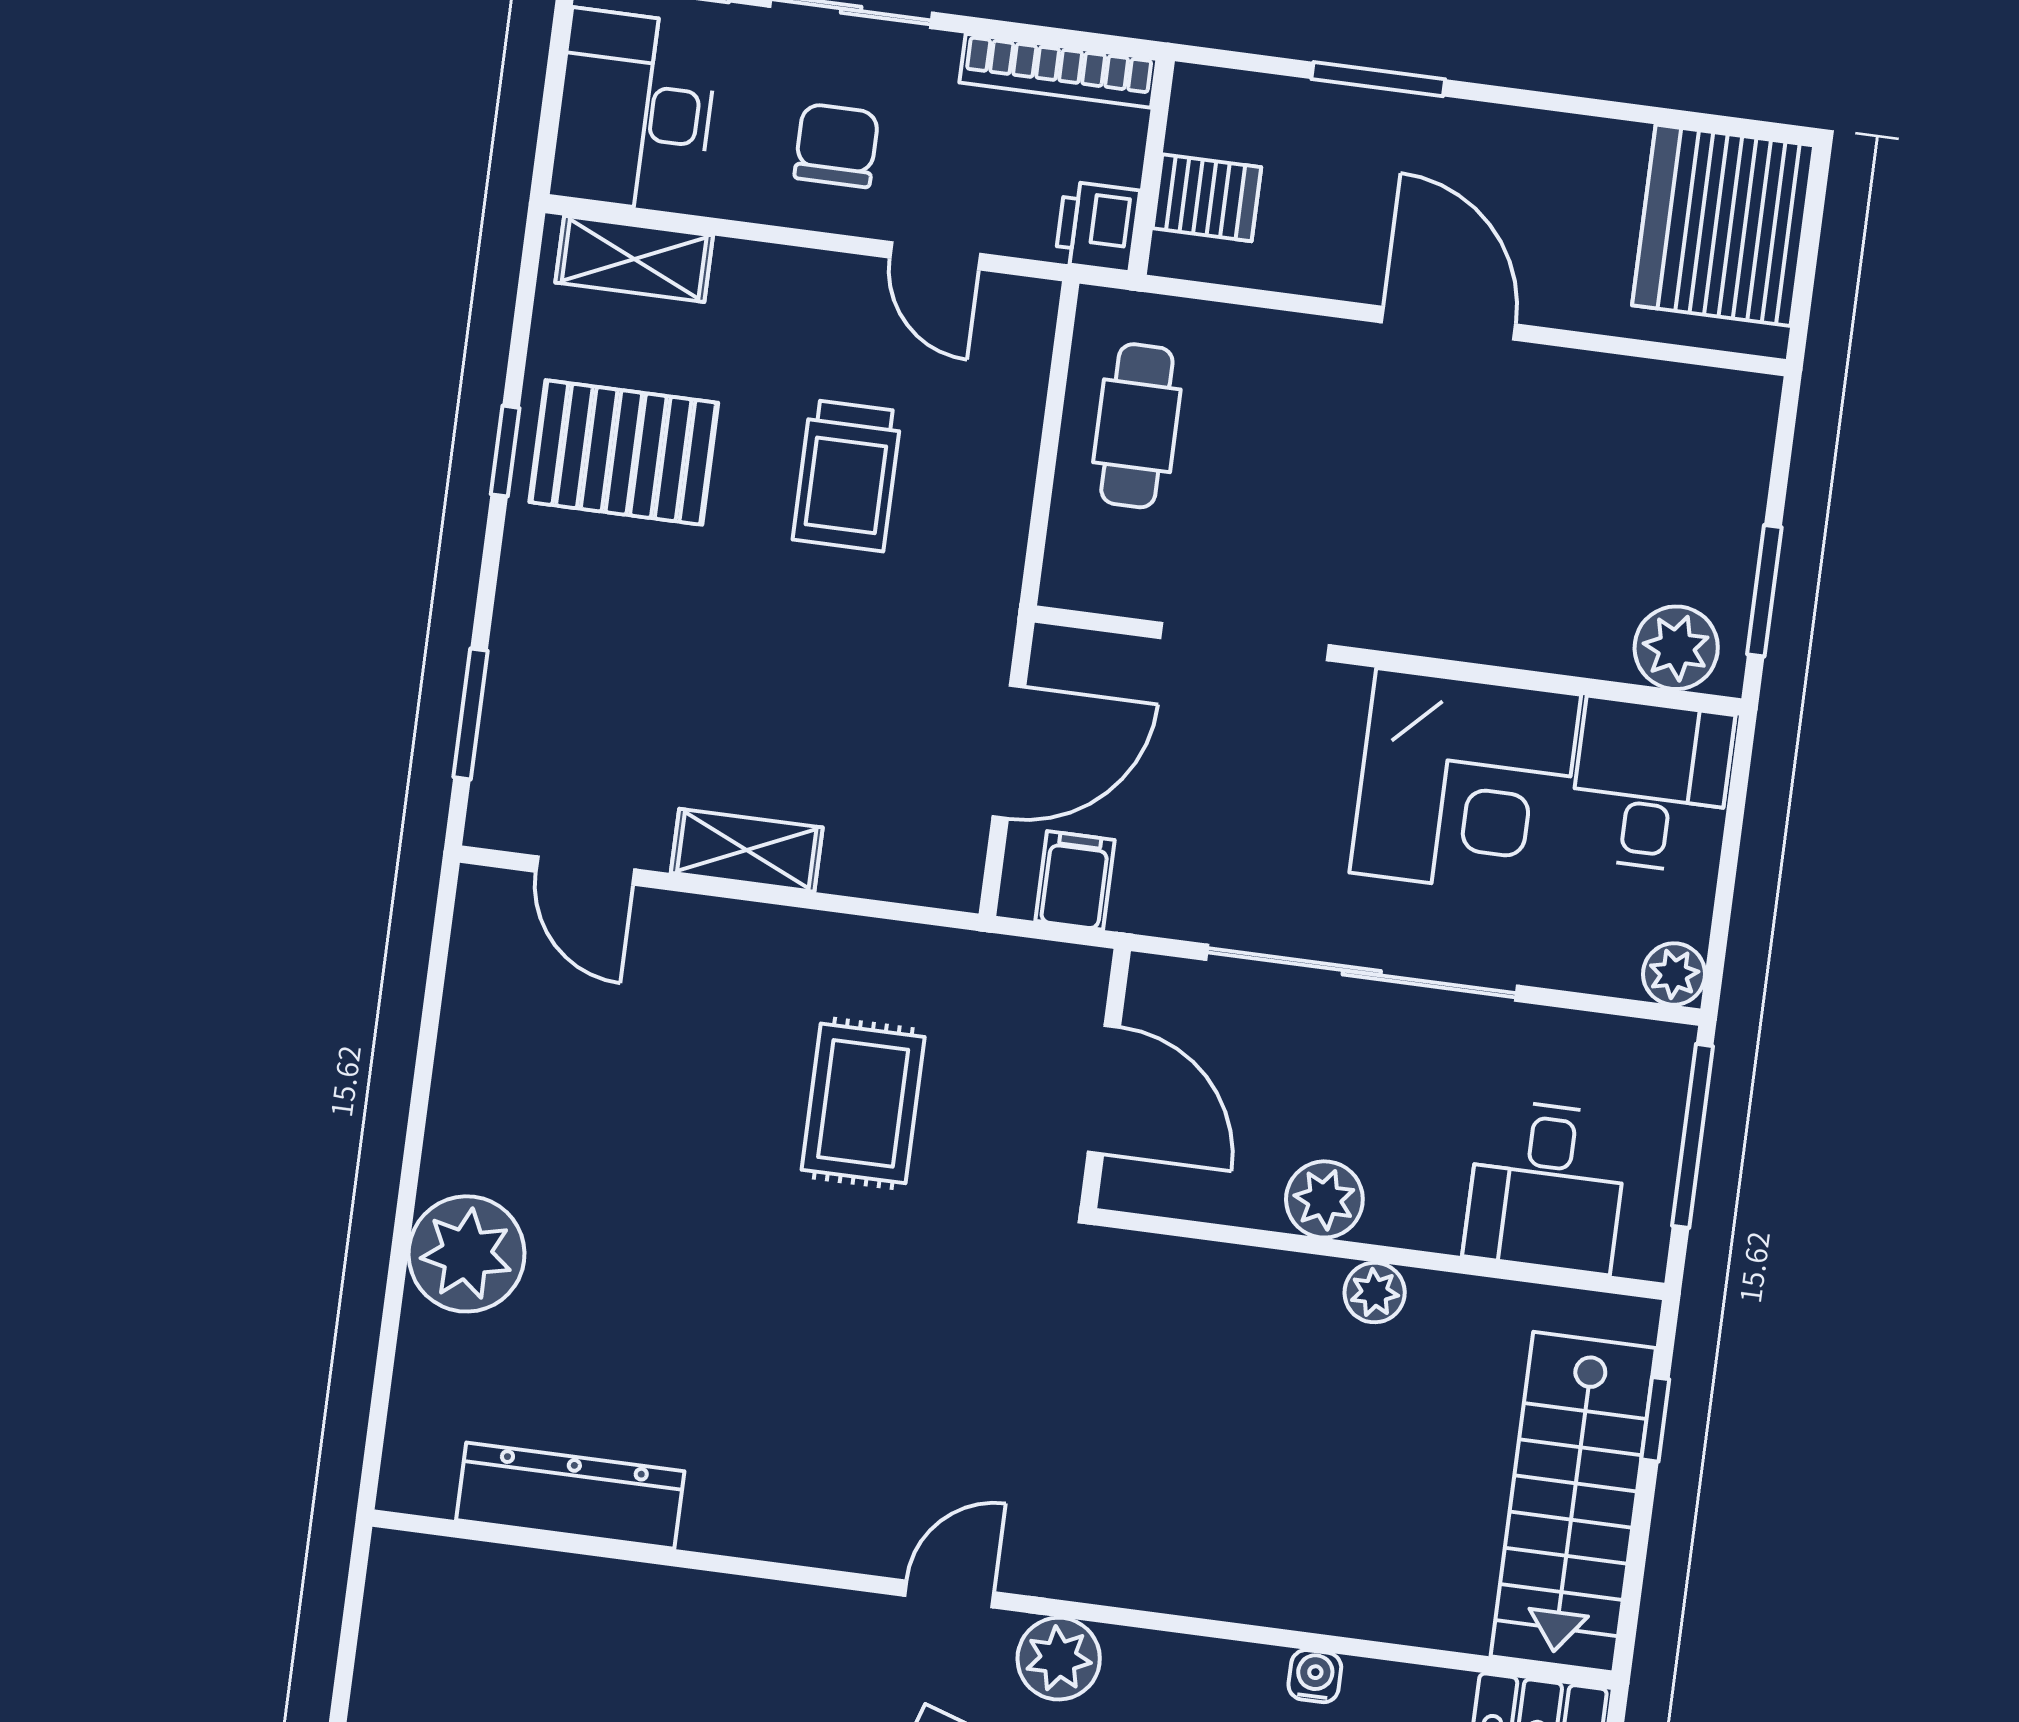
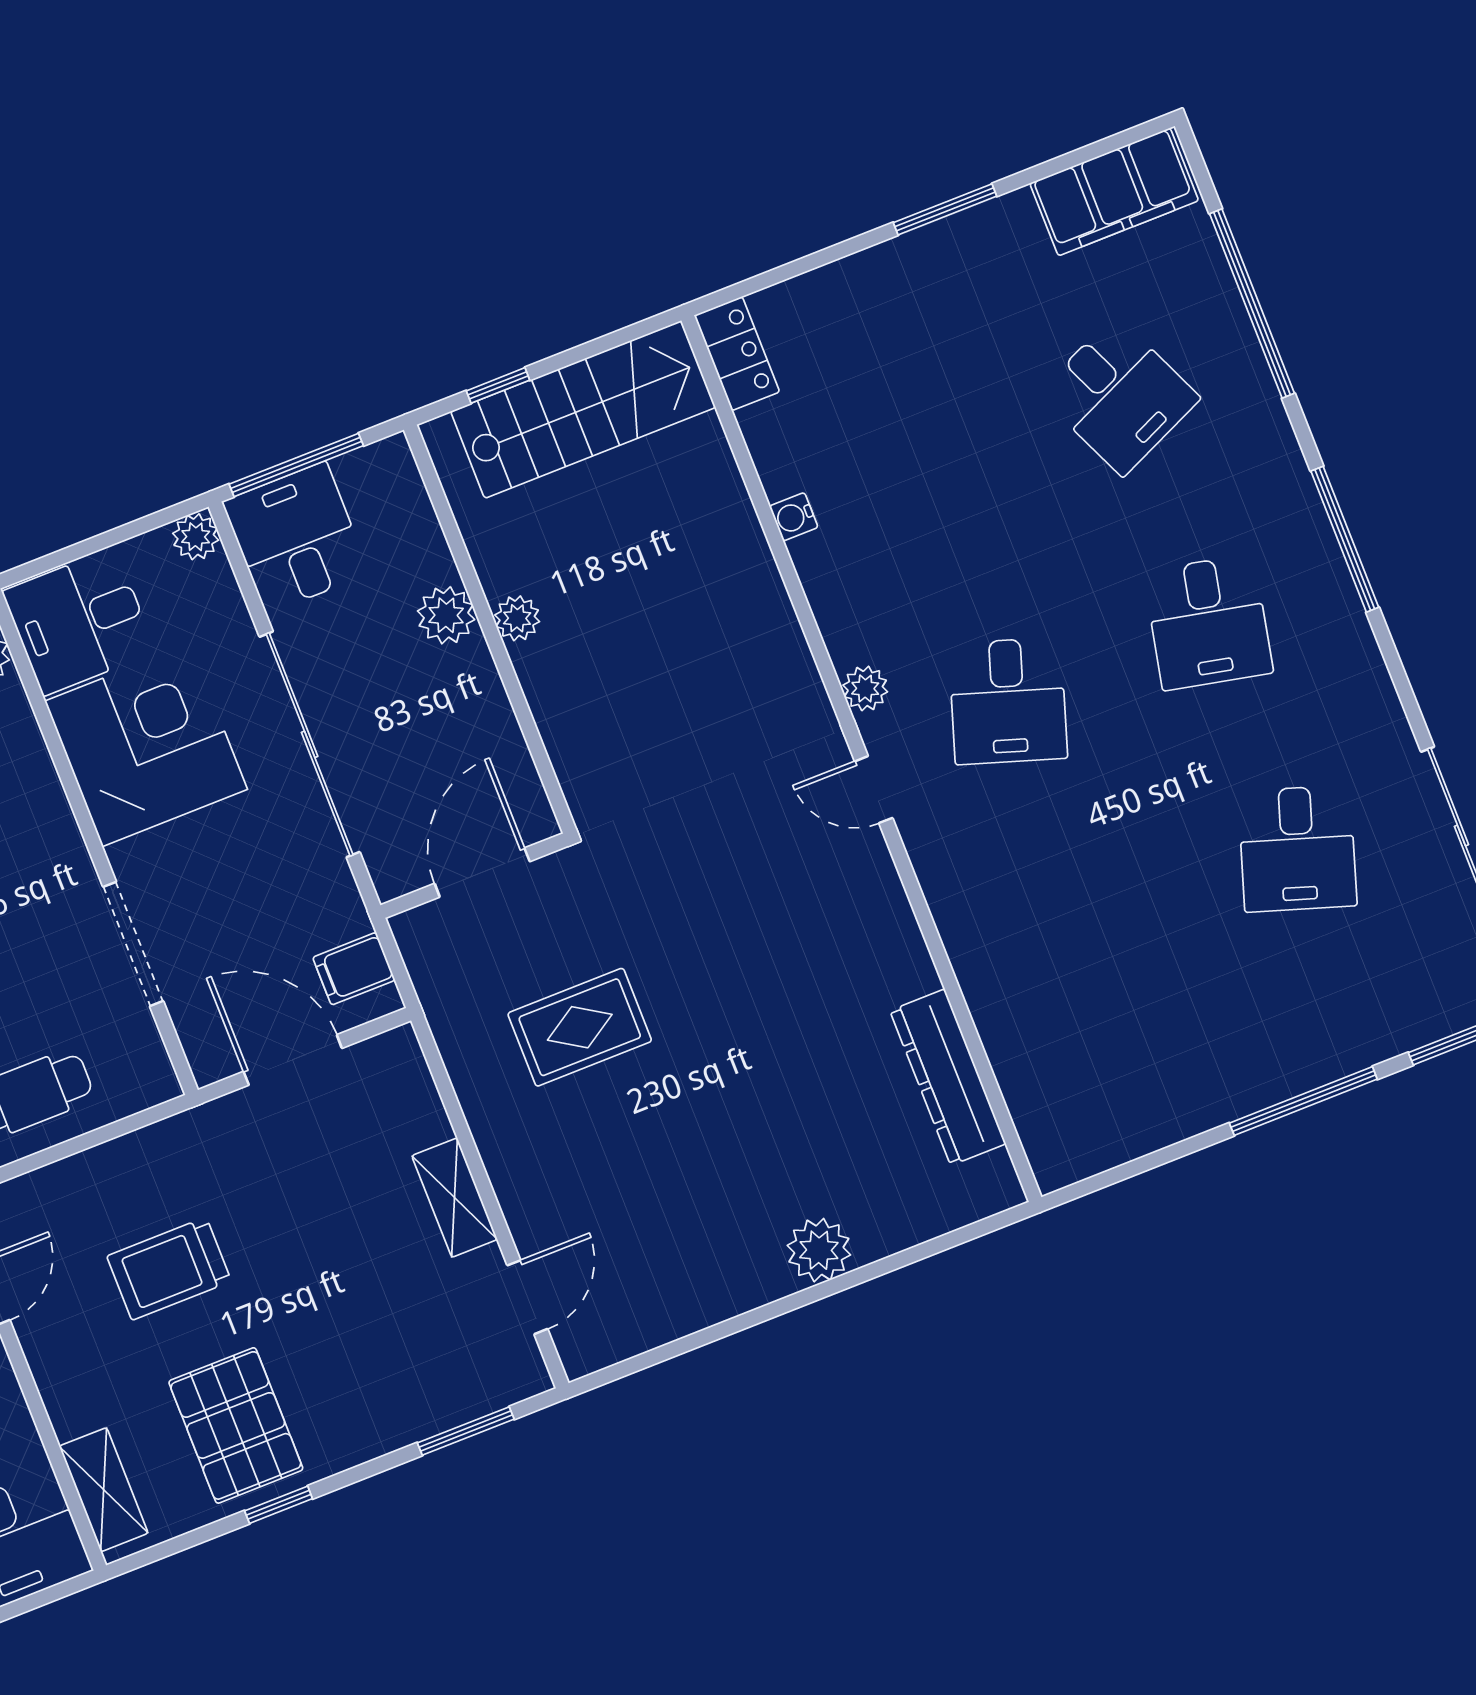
trolley: (847, 476) -> (169, 1269), turned 180
desk: (1546, 1186) -> (296, 537), moved, turned -90
plant: (1324, 1199) -> (446, 615), moved
plant: (467, 1254) -> (819, 1250), width x0.73, depth x0.73
plant: (1059, 1659) -> (865, 688), width x0.73, depth x0.73

